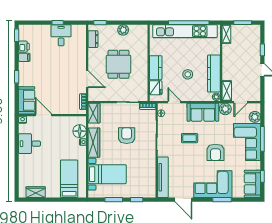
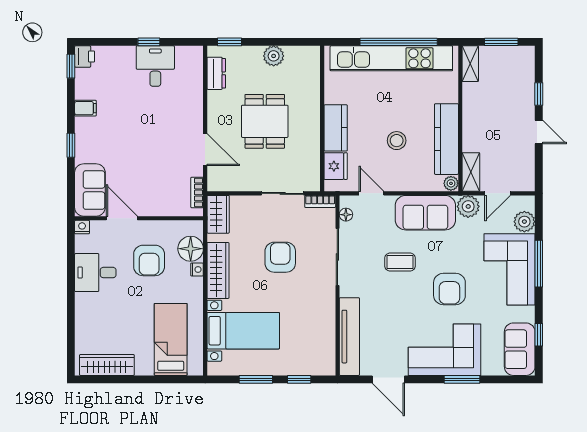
printer: (24, 47) -> (85, 57), moved
armchair: (58, 137) -> (149, 260), added
wardrobe: (36, 192) -> (107, 365), width x1.50

